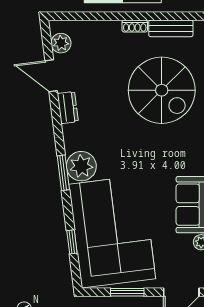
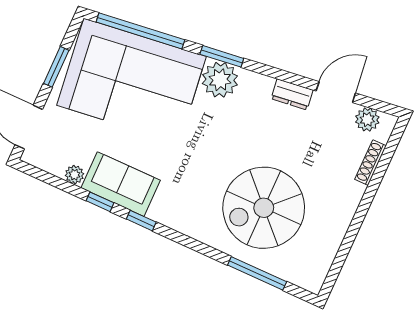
shoe rack: (135, 26) -> (371, 163), moved, width x1.43
bench: (171, 28) -> (328, 249), removed
window: (72, 242) -> (140, 31), width x3.17

